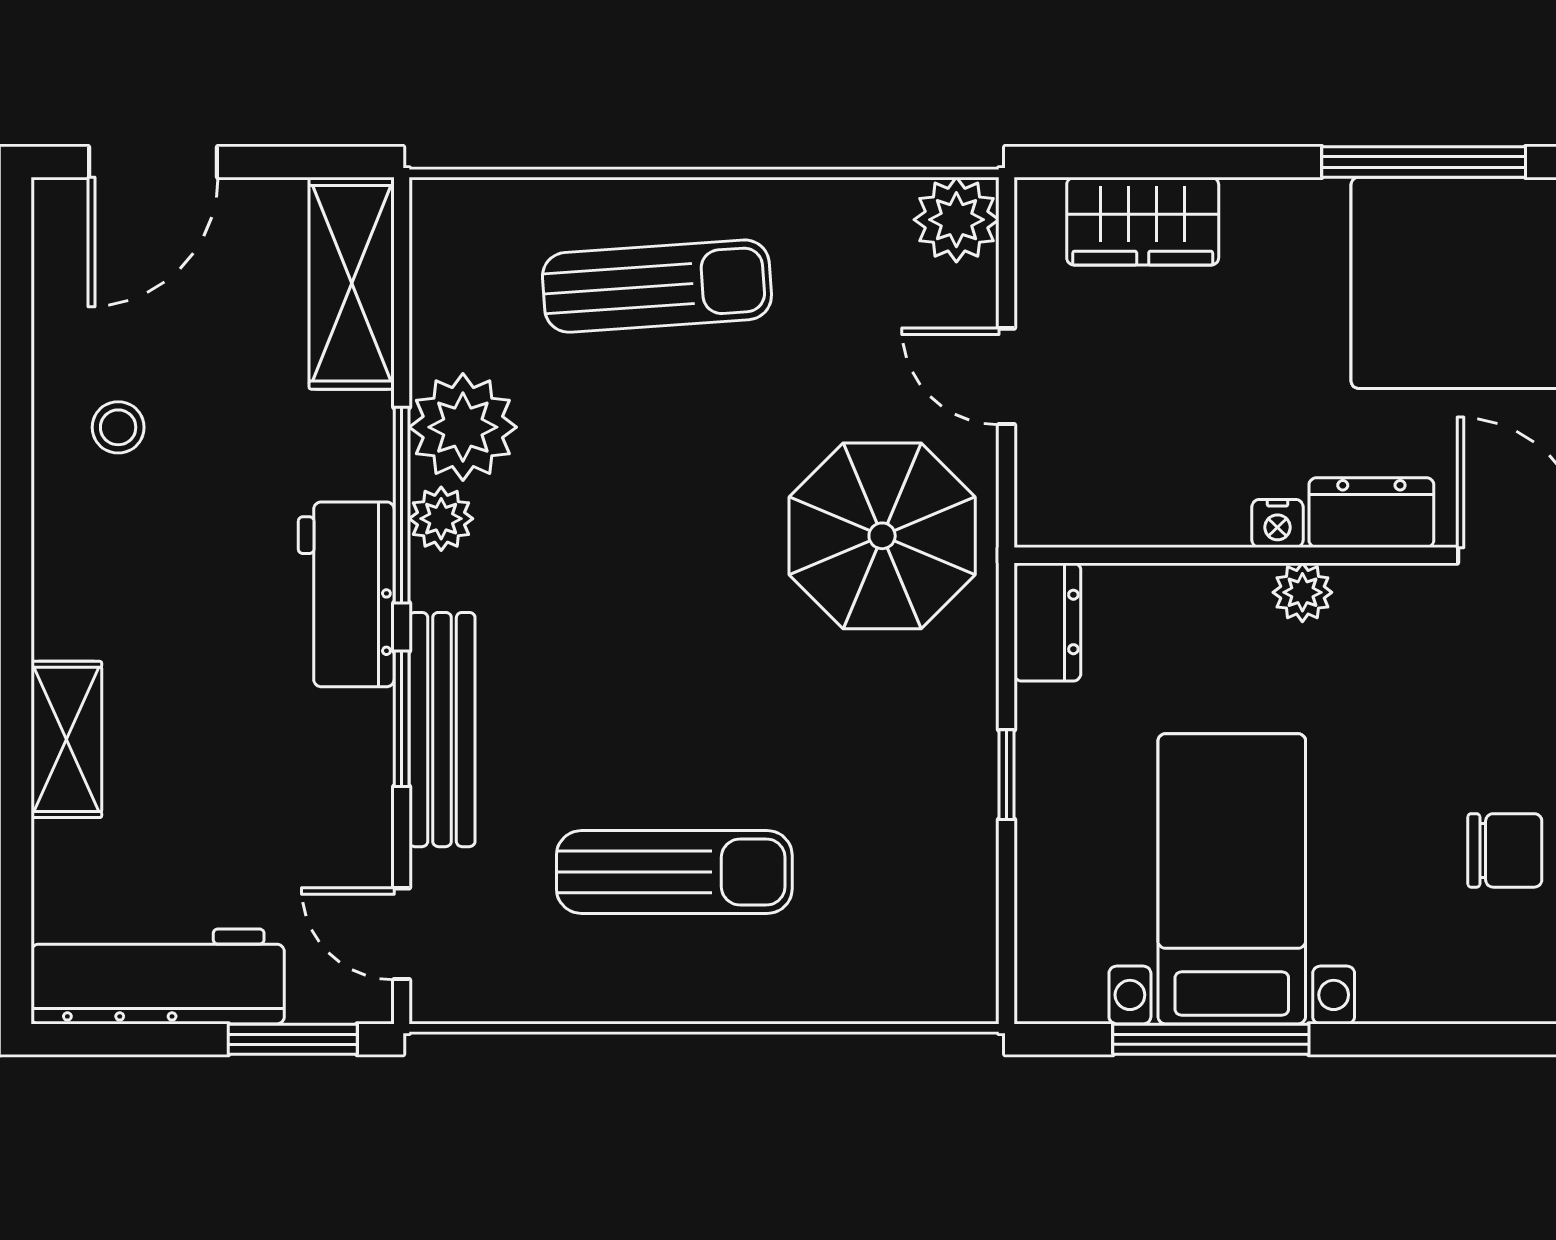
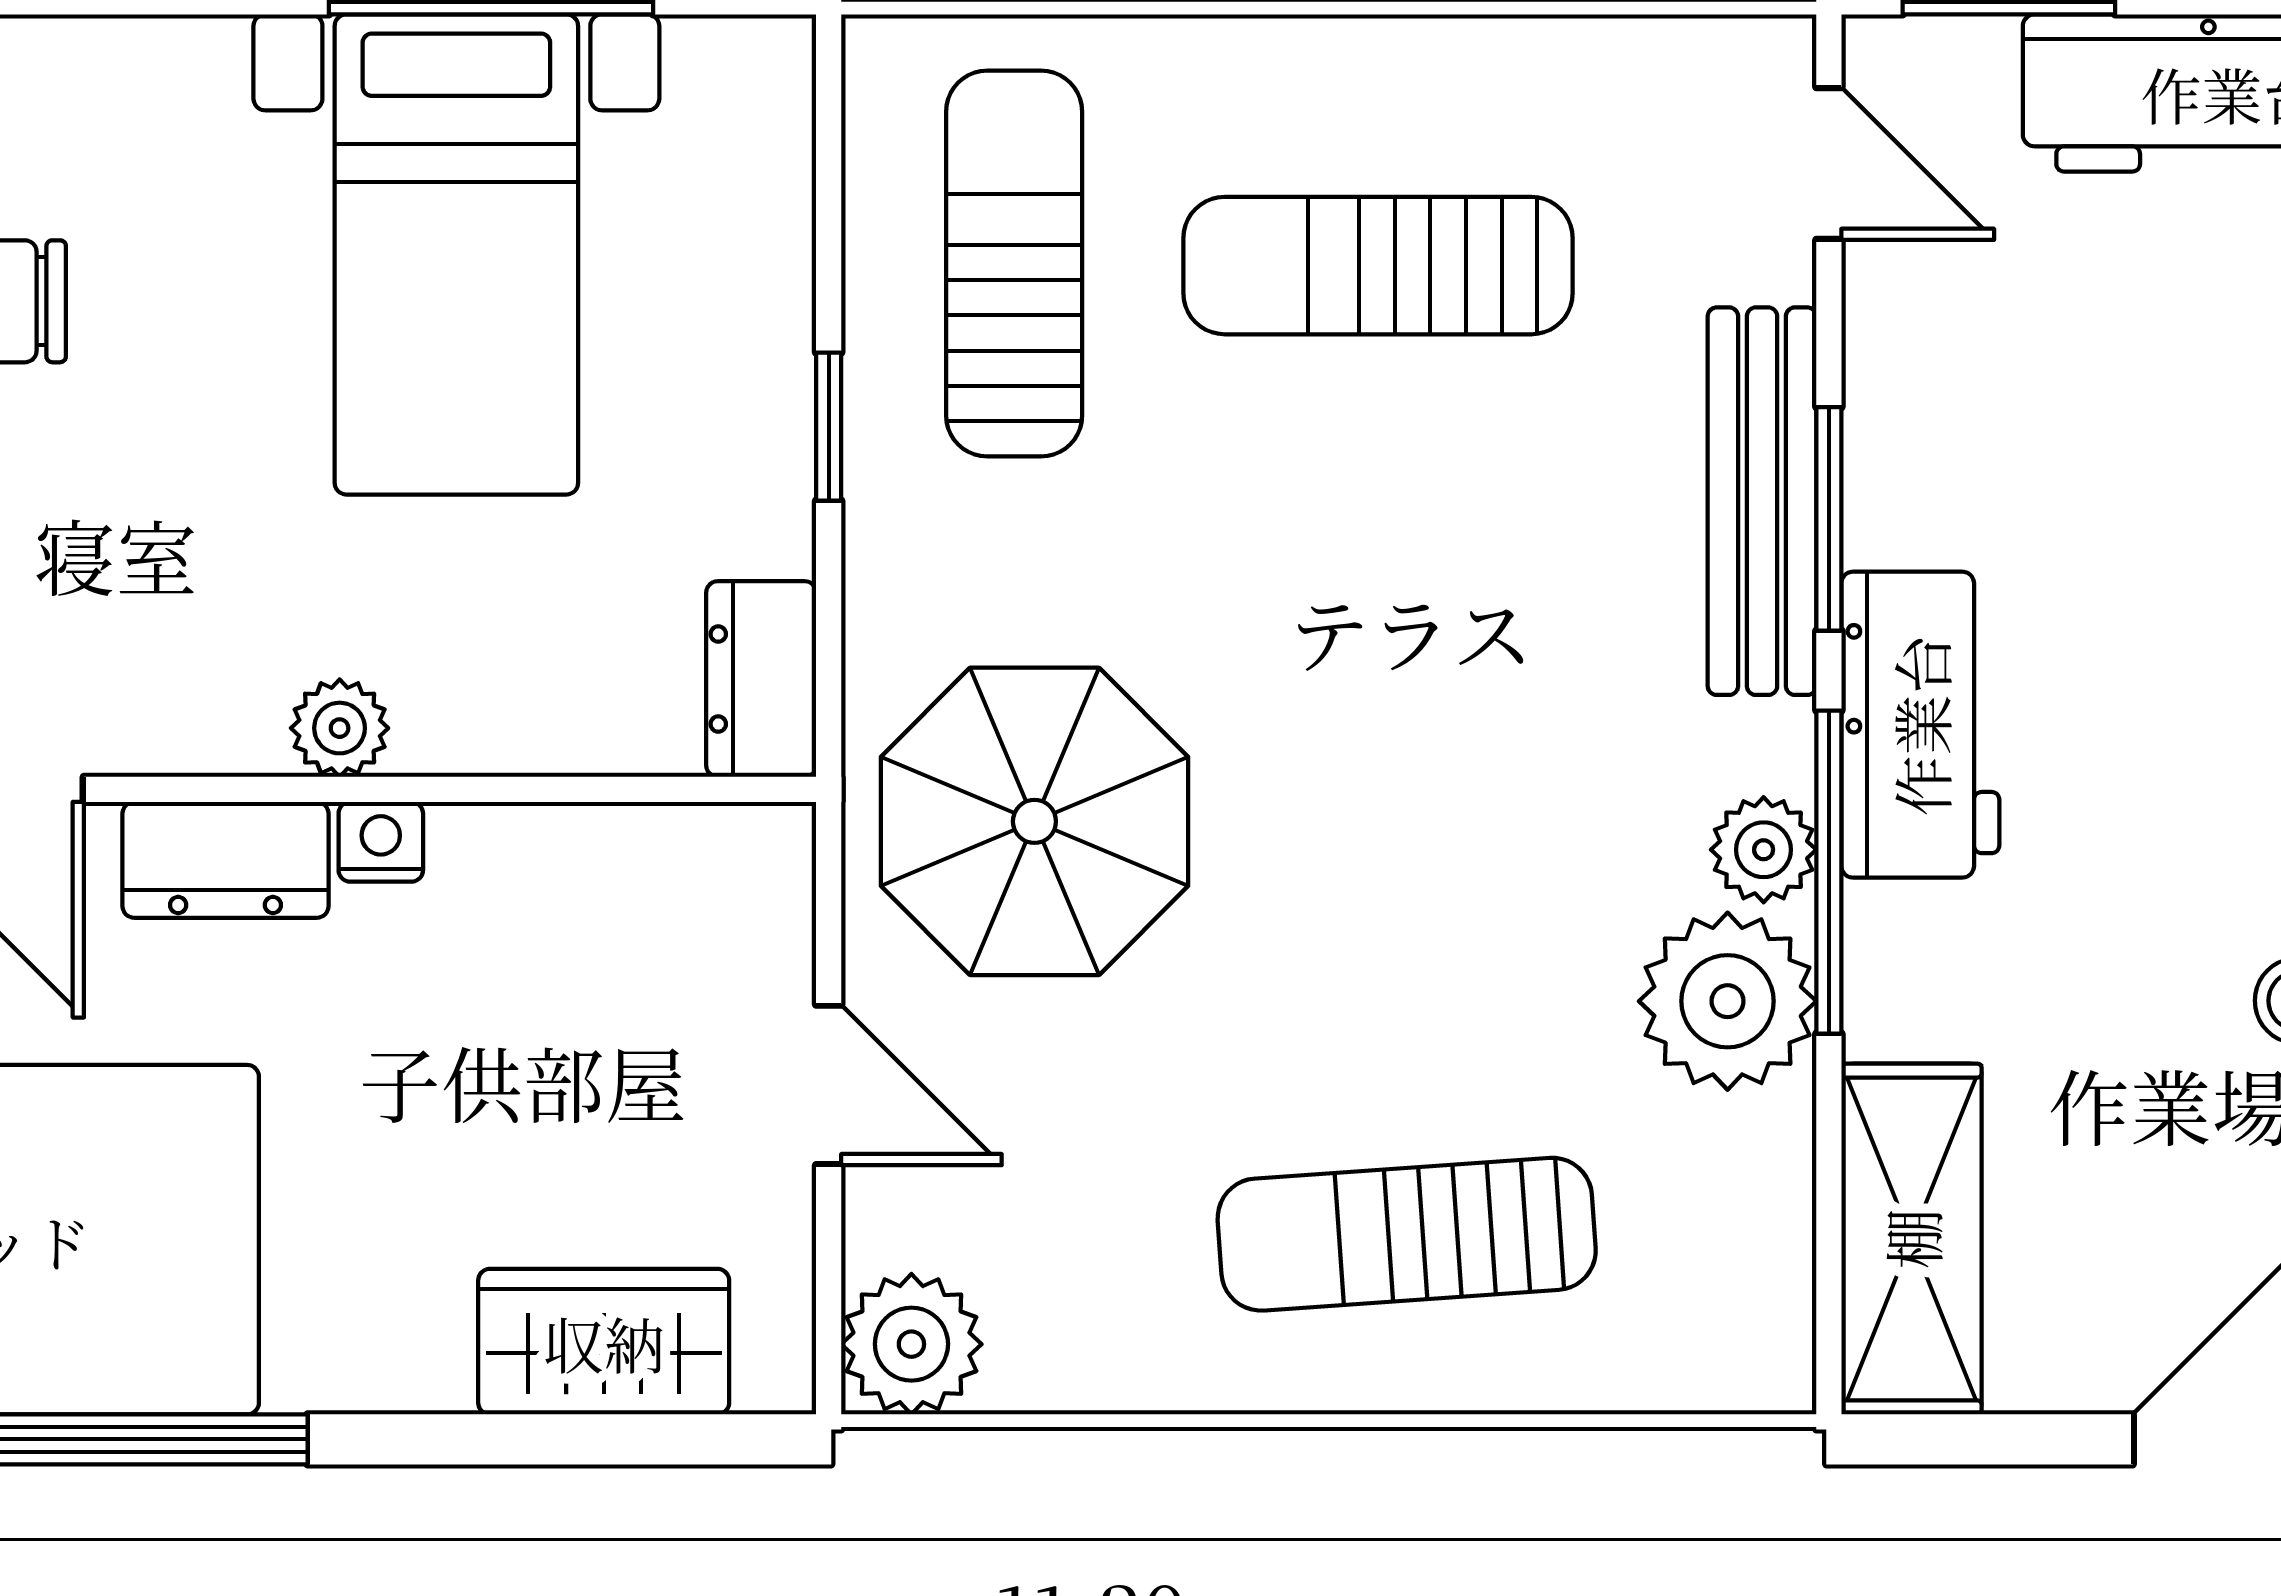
sun lounger: (894, 873) -> (1014, 264), added

